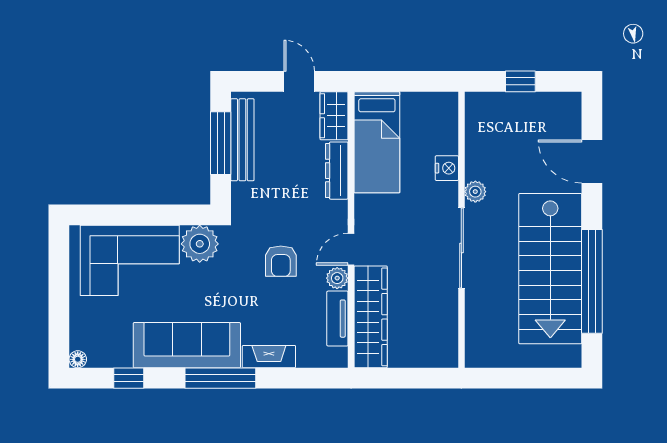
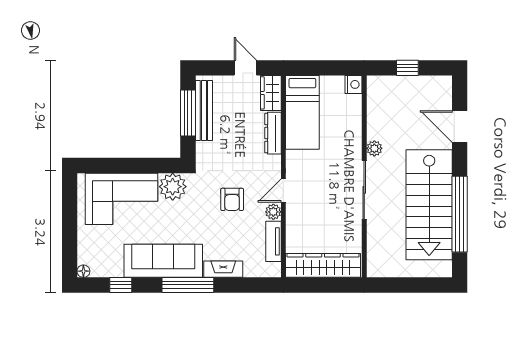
nightstand: (447, 168) -> (354, 84), moved
wardrobe: (371, 317) -> (323, 265), moved, turned -90

